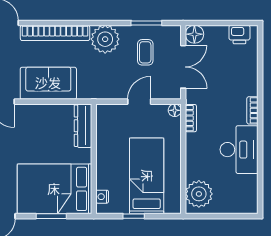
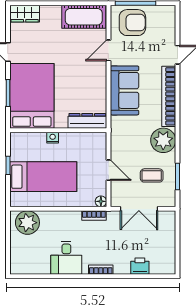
floor lamp: (194, 34) -> (168, 219), removed
printer: (239, 34) -> (140, 266), moved, turned 90
desk: (239, 150) -> (66, 258), width x0.73
nightstand: (102, 197) -> (53, 138), moved

